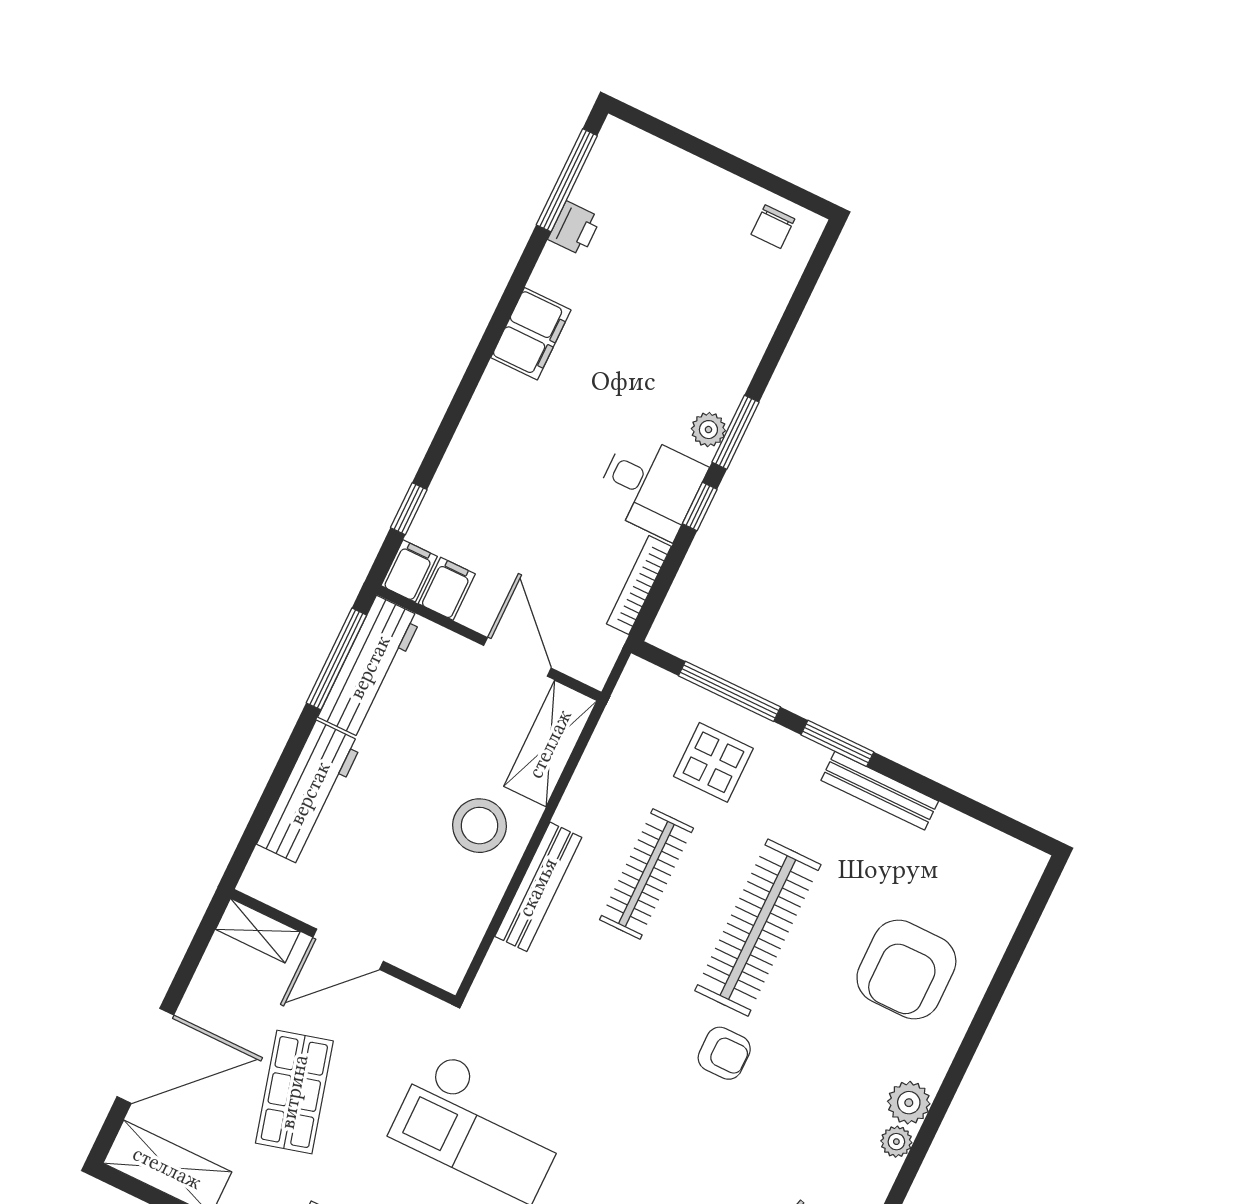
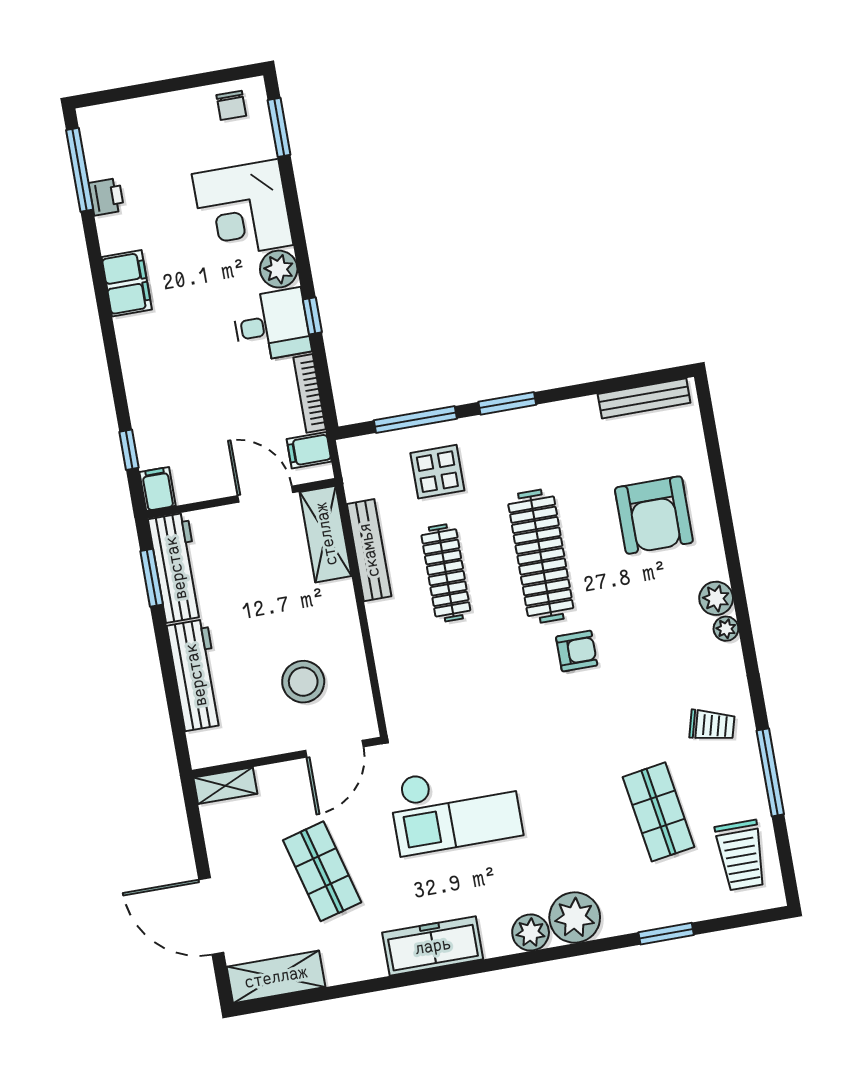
corner desk: (707, 343) -> (243, 209), added
plant: (708, 430) -> (279, 269), width x1.38, depth x1.38
window: (736, 432) -> (279, 127), moved
filing cabinet: (447, 589) -> (309, 450), moved, turned -90
window: (336, 659) -> (152, 578), width x0.69
bench: (880, 791) -> (644, 398), moved
stool: (480, 826) -> (303, 682), moved
bench: (538, 887) -> (369, 550), moved
door: (348, 949) -> (334, 749), moved
door: (145, 1056) -> (211, 916), swing flipped

